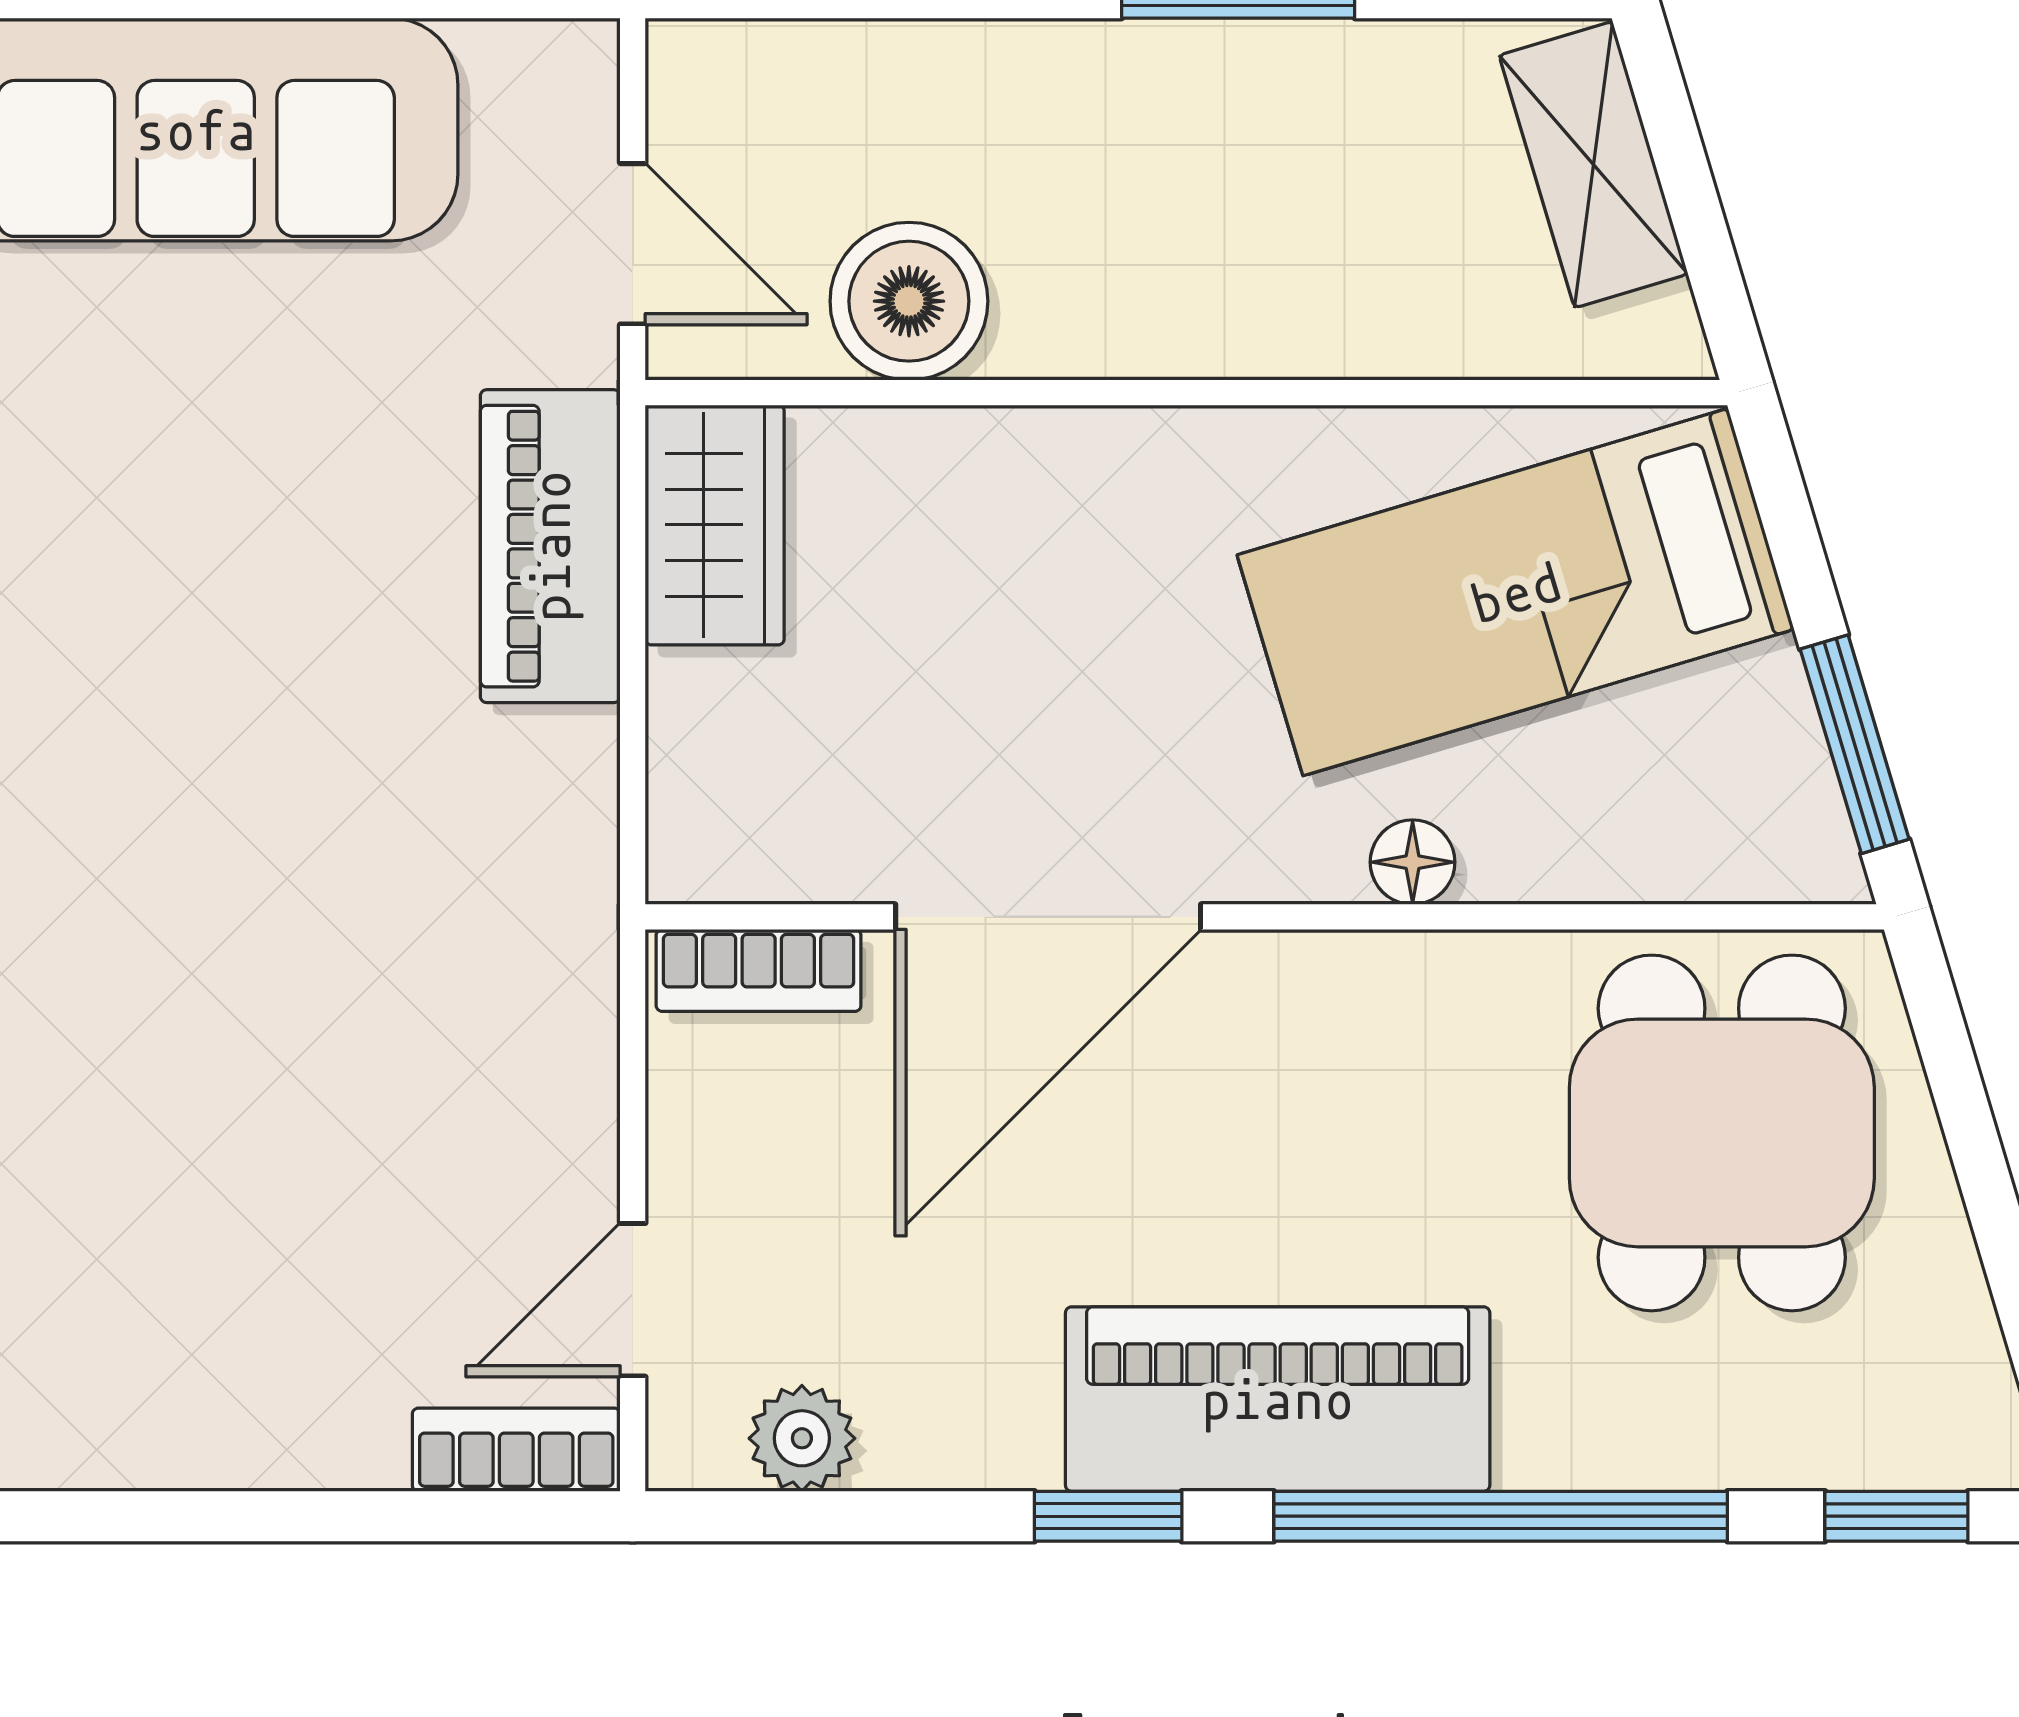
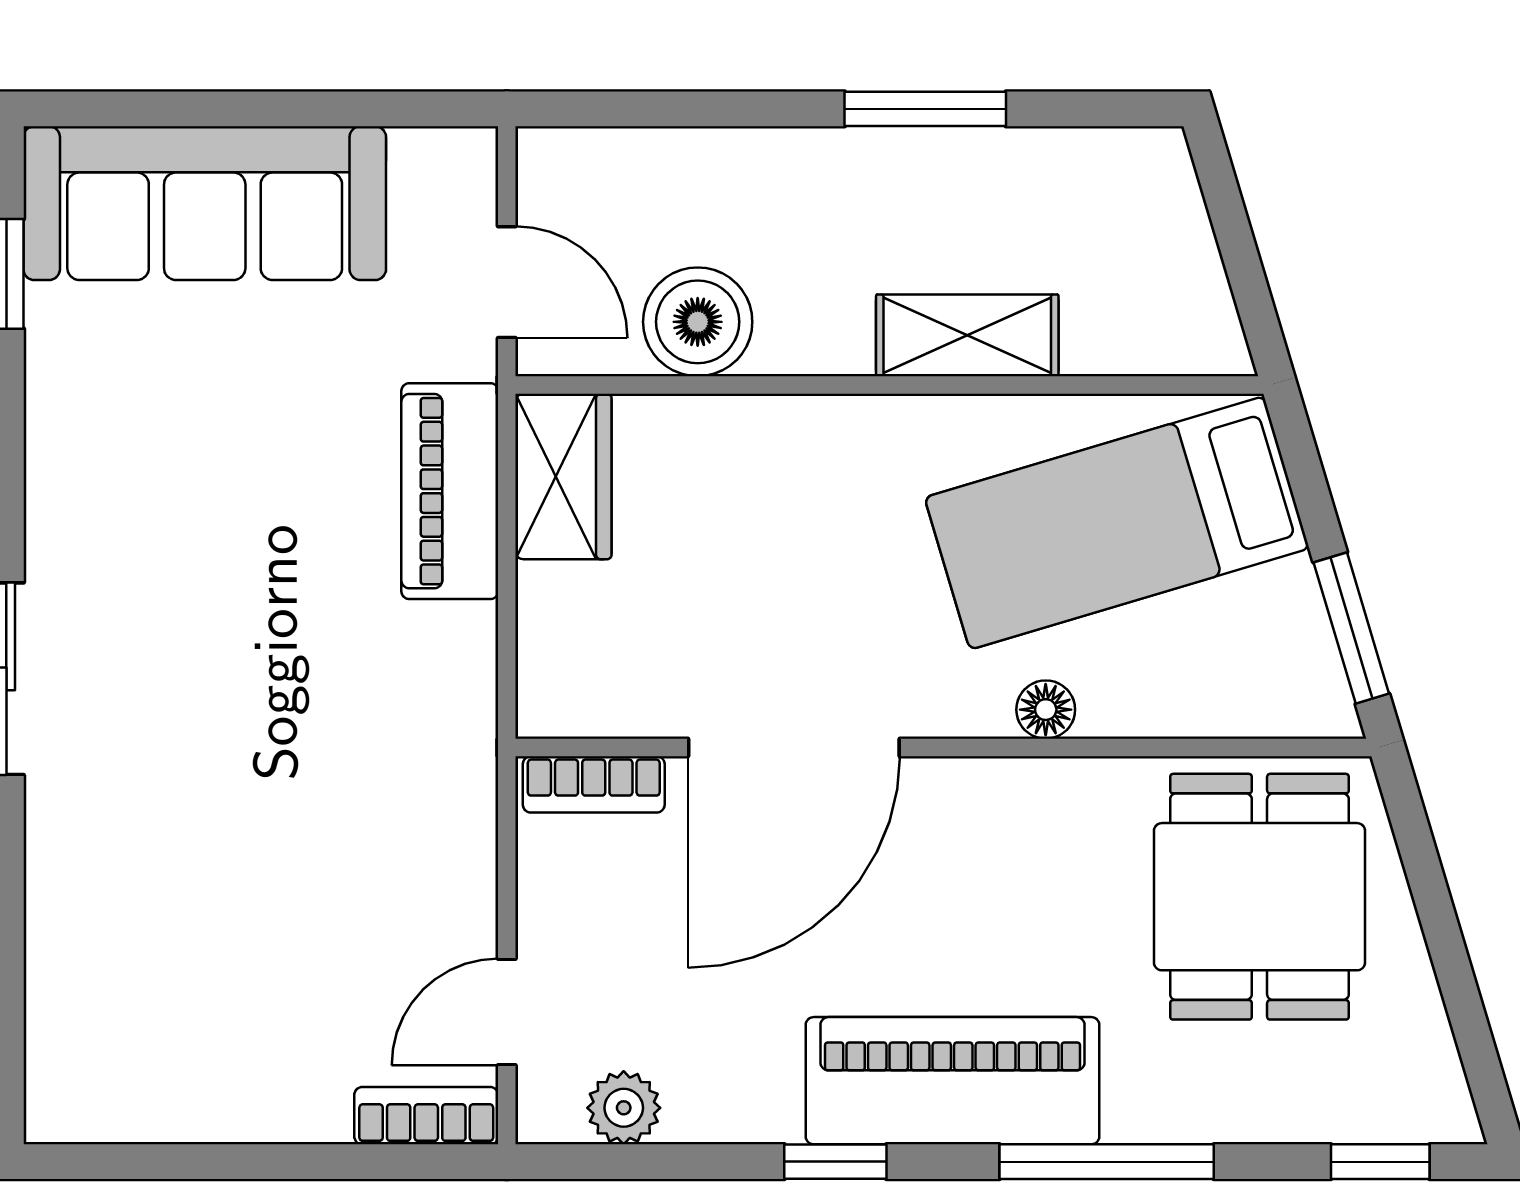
shelving: (1594, 165) -> (967, 335), moved, turned -73
window: (1501, 1516) -> (1107, 1162), width x0.68

